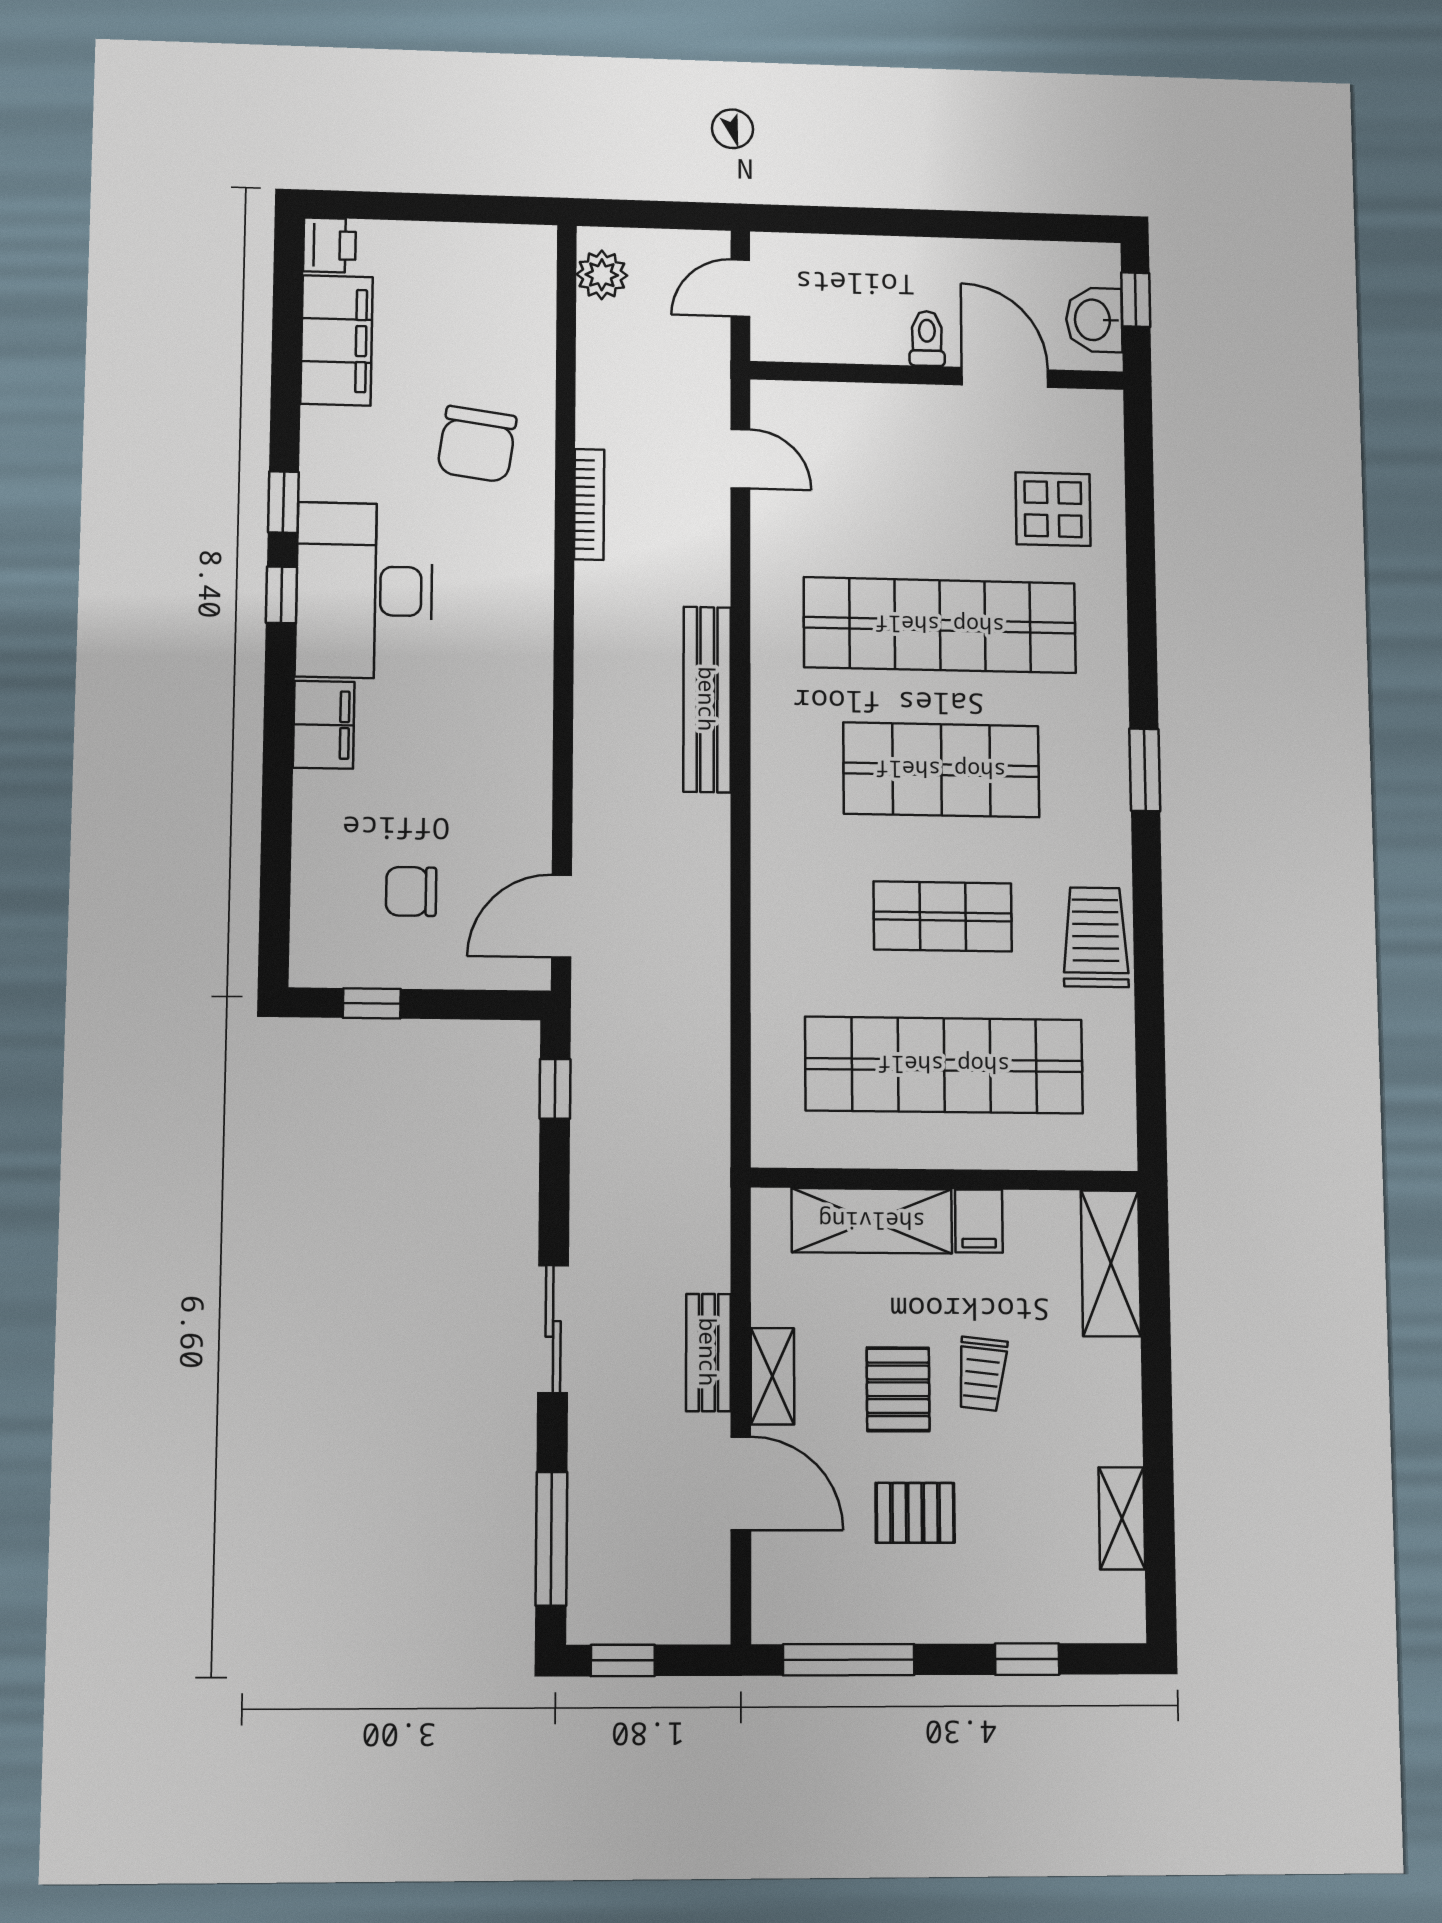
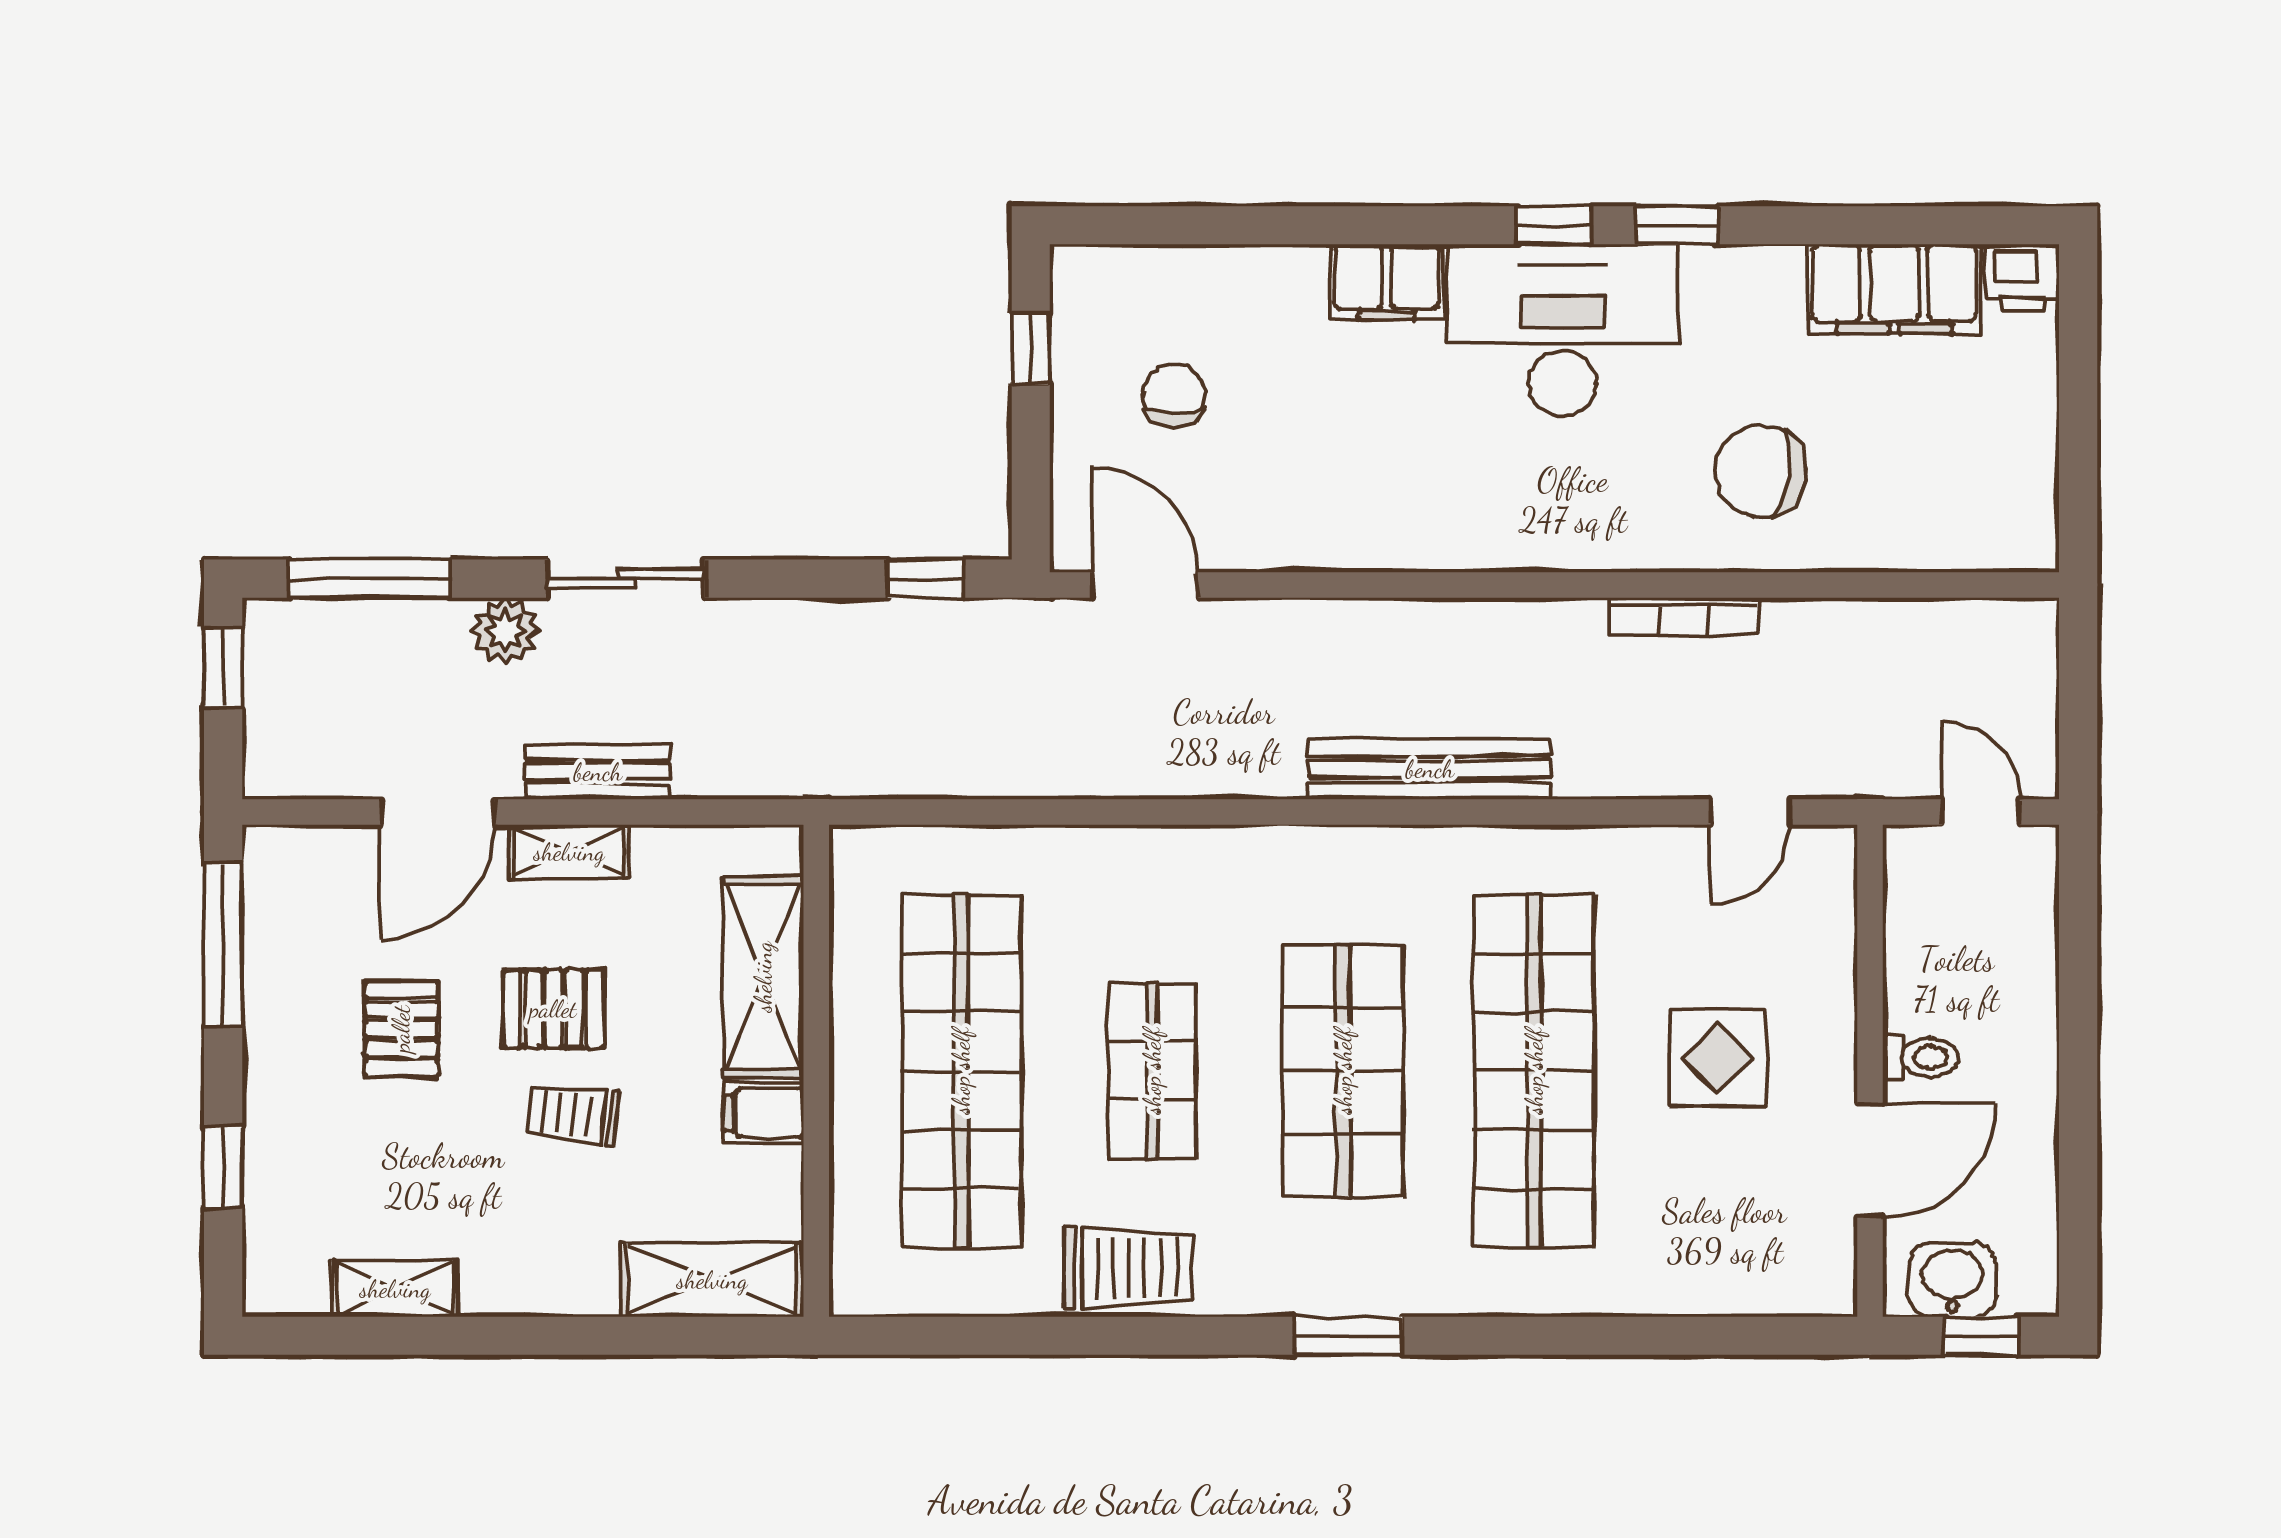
plant: (602, 275) -> (505, 631), moved
display table: (1053, 509) -> (1717, 1058), moved

